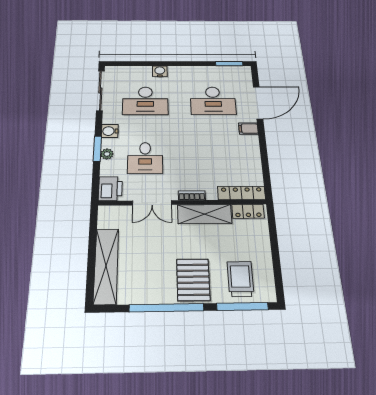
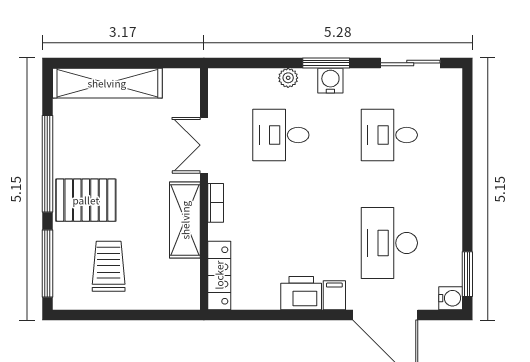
water cooler: (160, 71) -> (451, 298), moved
sliding door: (100, 90) -> (410, 63), width x0.73
desk: (145, 101) -> (389, 135), width x0.73
window: (97, 149) -> (326, 63), moved
printer: (110, 189) -> (301, 293), moved, turned 180
locker: (248, 211) -> (189, 283), removed
trolley: (240, 279) -> (109, 266), moved, turned -90

